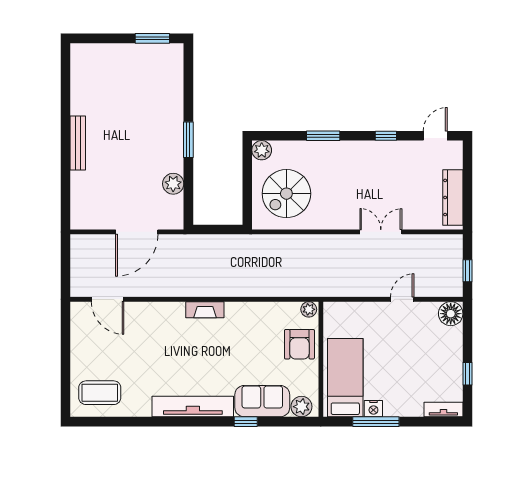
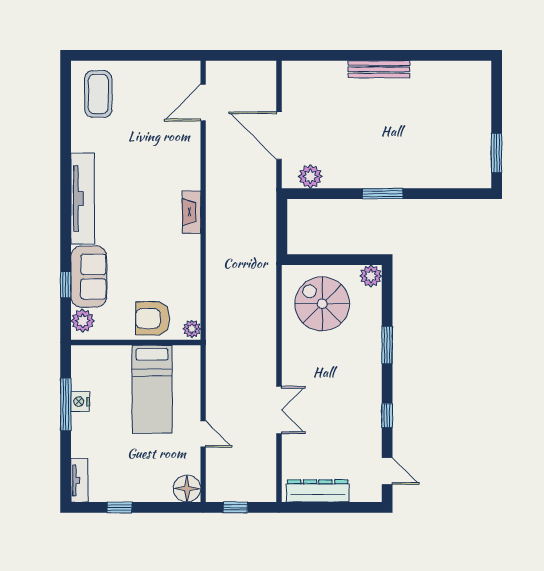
plant: (173, 184) -> (310, 176), moved
bed: (345, 378) -> (152, 389), moved, turned 90
window: (246, 422) -> (66, 284), moved

